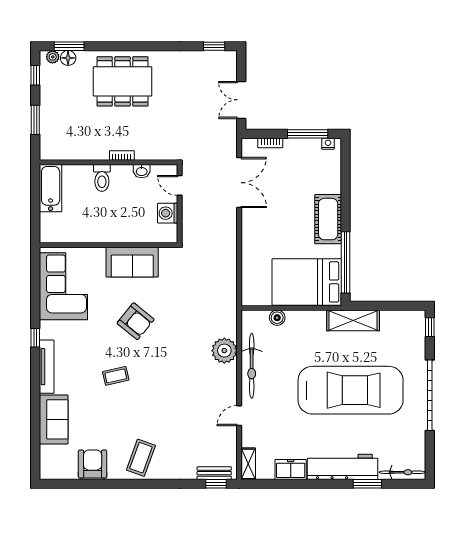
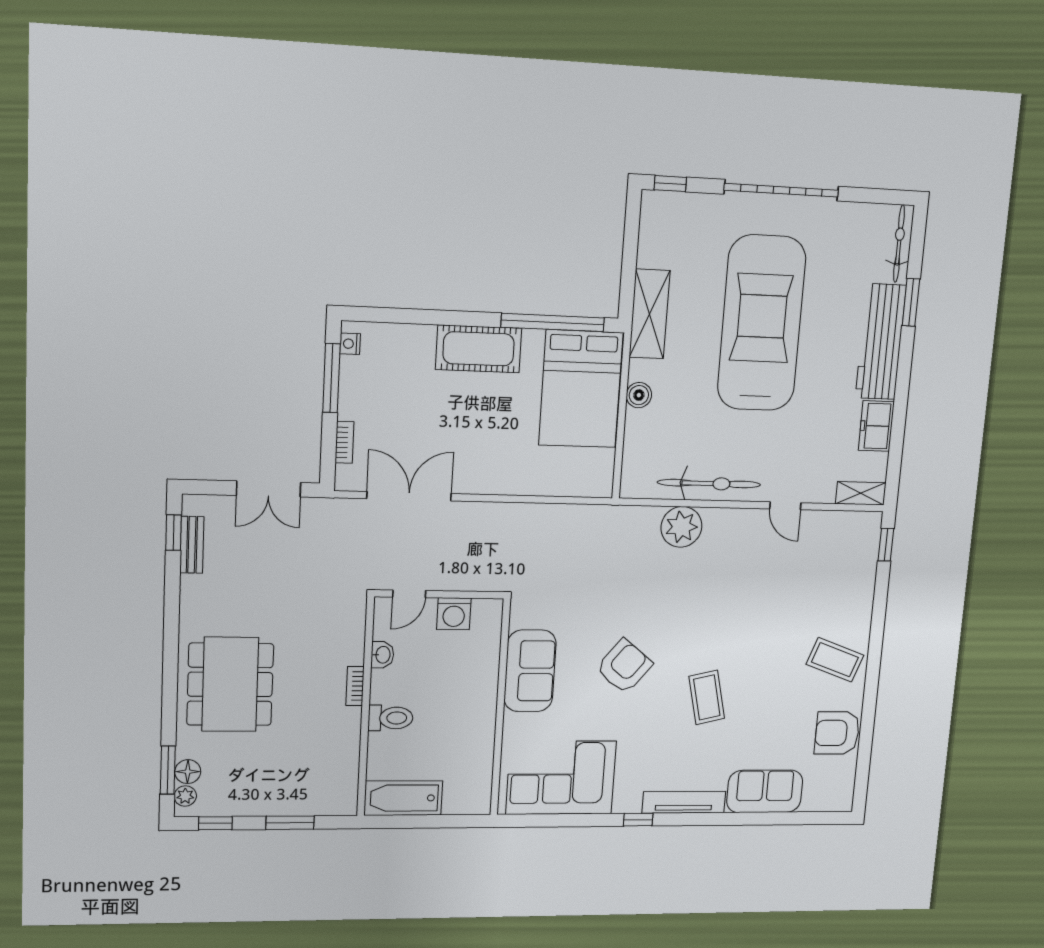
boiler: (277, 318) -> (639, 395), moved
coffee table: (116, 376) -> (707, 697), width x1.36, depth x1.30
bench: (214, 473) -> (192, 545), moved

